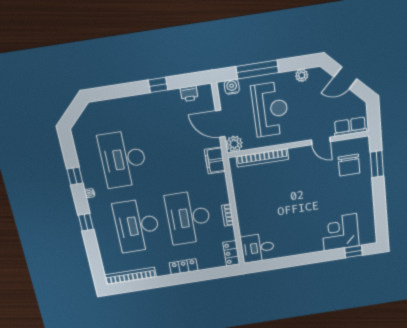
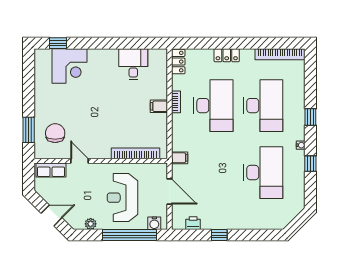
window: (257, 70) -> (129, 235), width x1.46
plant: (234, 144) -> (160, 171), removed
filing cabinet: (215, 160) -> (180, 158), width x0.50
filing cabinet: (244, 208) -> (159, 106), added
desk: (258, 248) -> (133, 64), moved, turned -90

